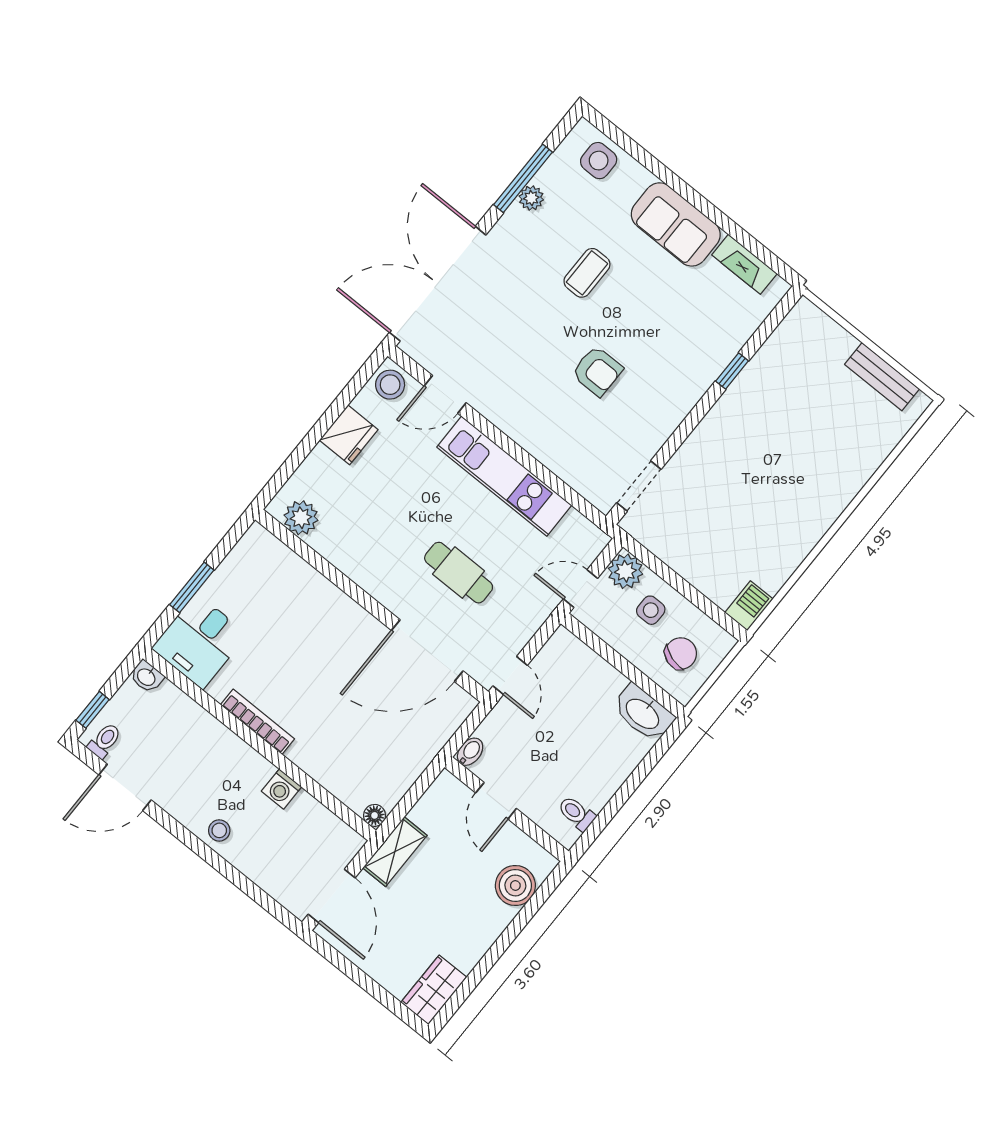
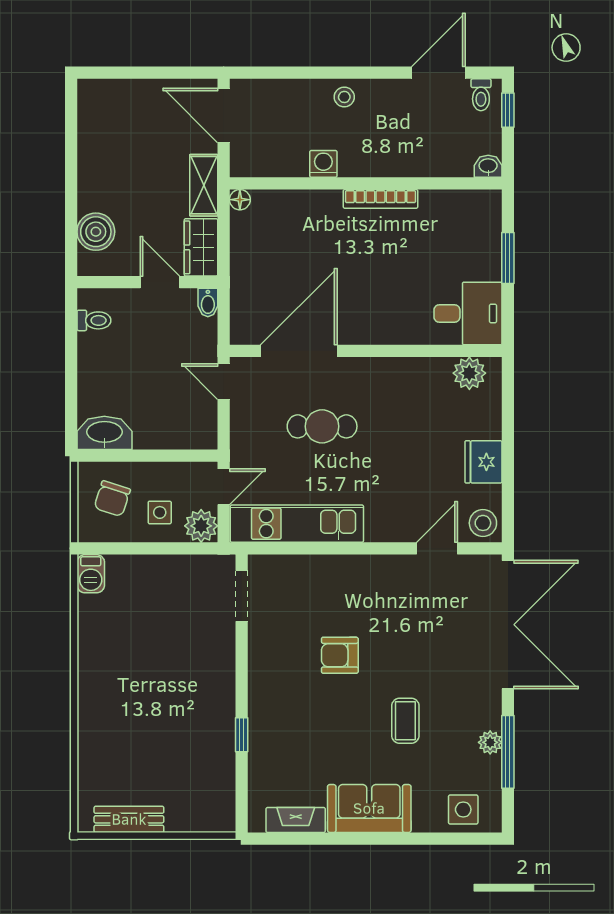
kitchen unit: (504, 476) -> (297, 524), moved
desk: (200, 641) -> (468, 313), moved, turned 90
wardrobe: (434, 990) -> (201, 247), moved, turned 180

